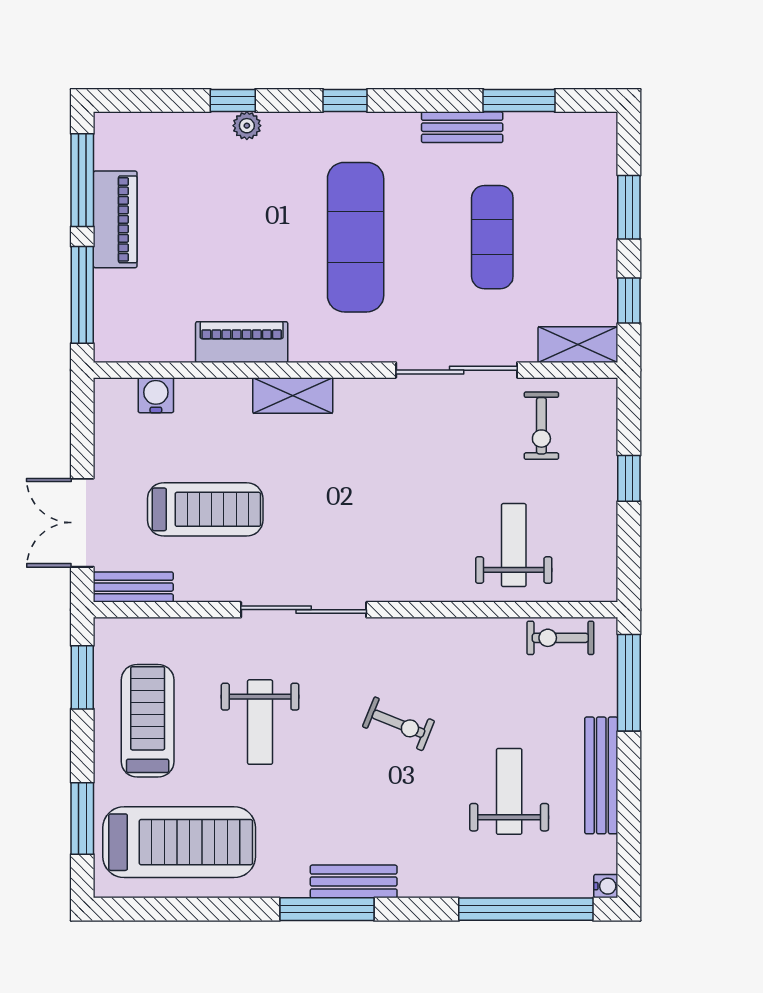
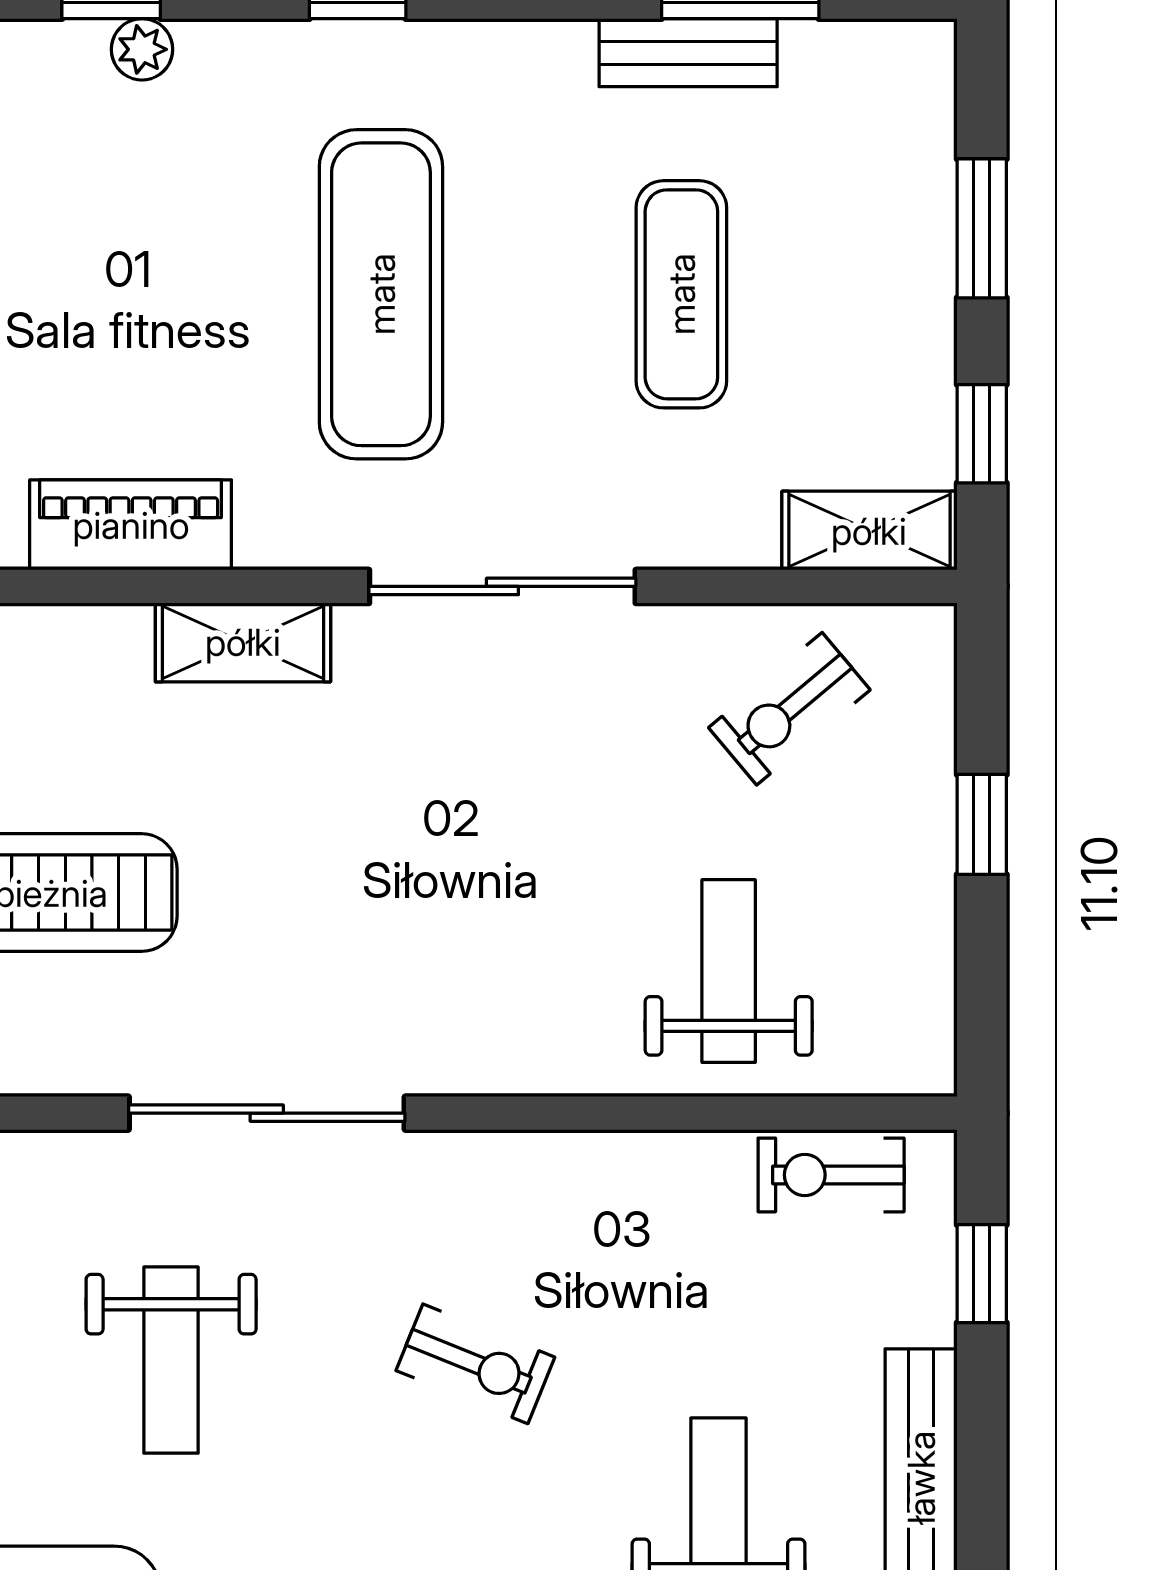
bench: (462, 127) -> (688, 53), moved
sliding door: (457, 370) -> (502, 586), moved
exercise bike: (541, 426) -> (789, 709), turned 50
window: (629, 683) -> (982, 1274), width x0.46

